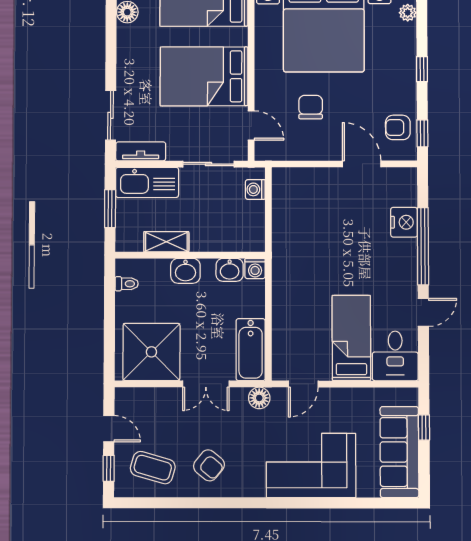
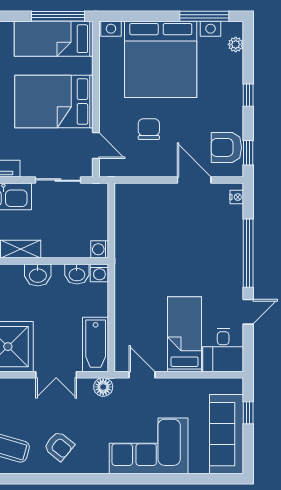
armchair: (398, 127) -> (226, 147), width x1.38, depth x1.38
washing machine: (255, 189) -> (100, 249), moved
nightstand: (404, 222) -> (237, 197), moved, width x0.53, depth x0.56
door: (303, 384) -> (142, 375), swing flipped

